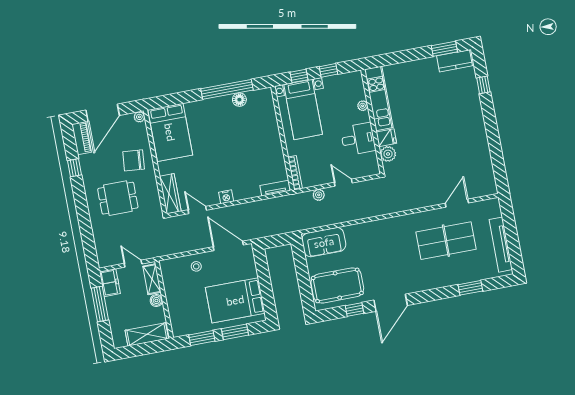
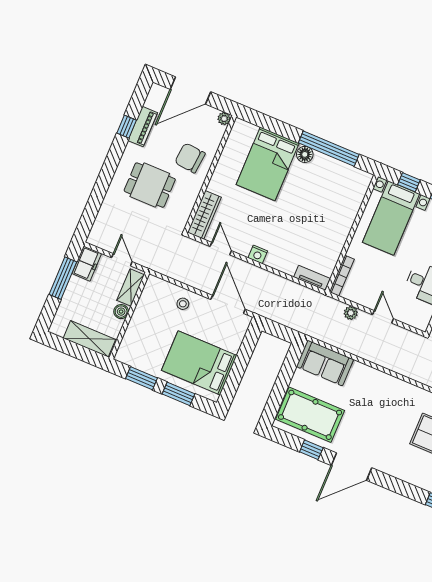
floor lamp: (239, 100) -> (305, 154), moved
bed: (170, 132) -> (268, 164), moved
piano: (82, 138) -> (143, 127), moved

